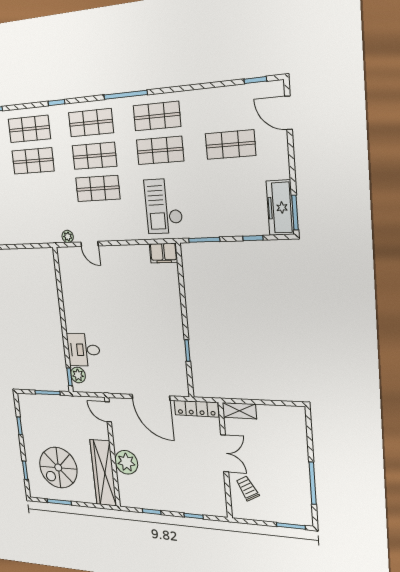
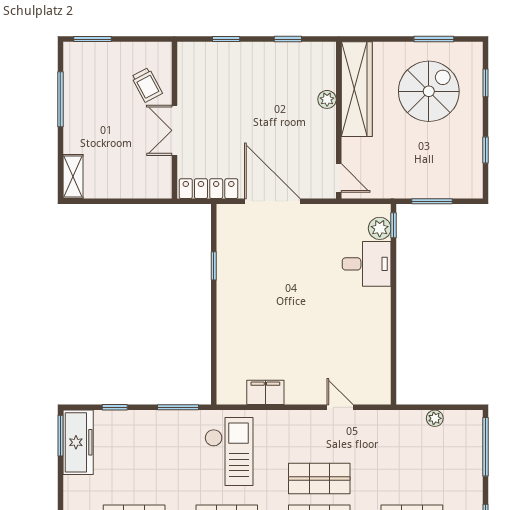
plant: (68, 236) -> (435, 418), moved
filing cabinet: (163, 253) -> (265, 392), moved
shelving: (239, 411) -> (73, 176), moved, turned 90
plant: (126, 462) -> (327, 99), width x0.53, depth x0.53

